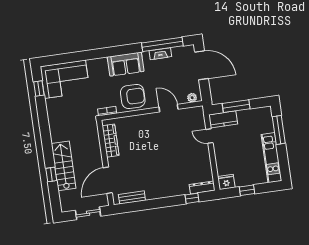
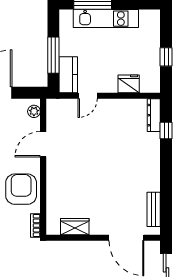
wardrobe: (111, 141) -> (75, 227), width x0.67
kitchen unit: (271, 158) -> (106, 19), moved
fridge: (226, 182) -> (129, 84), moved, turned 90

